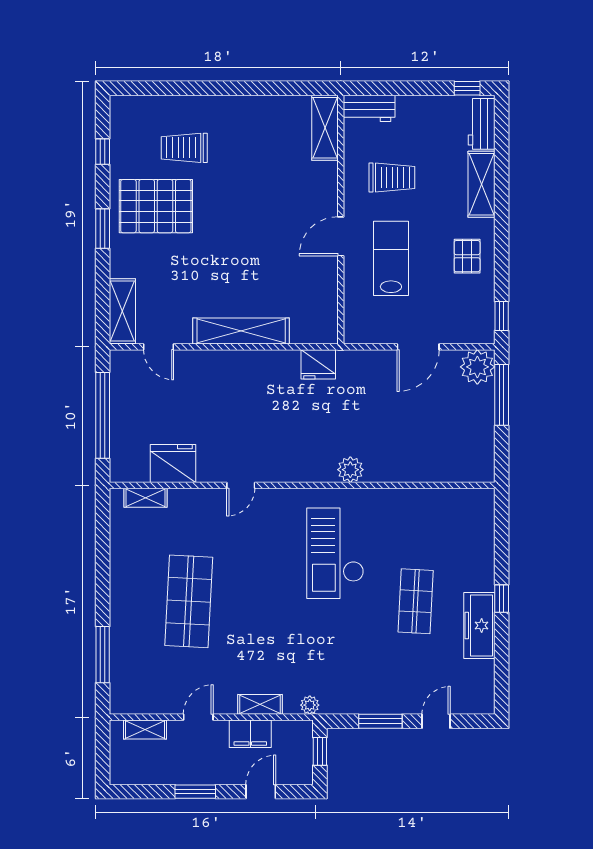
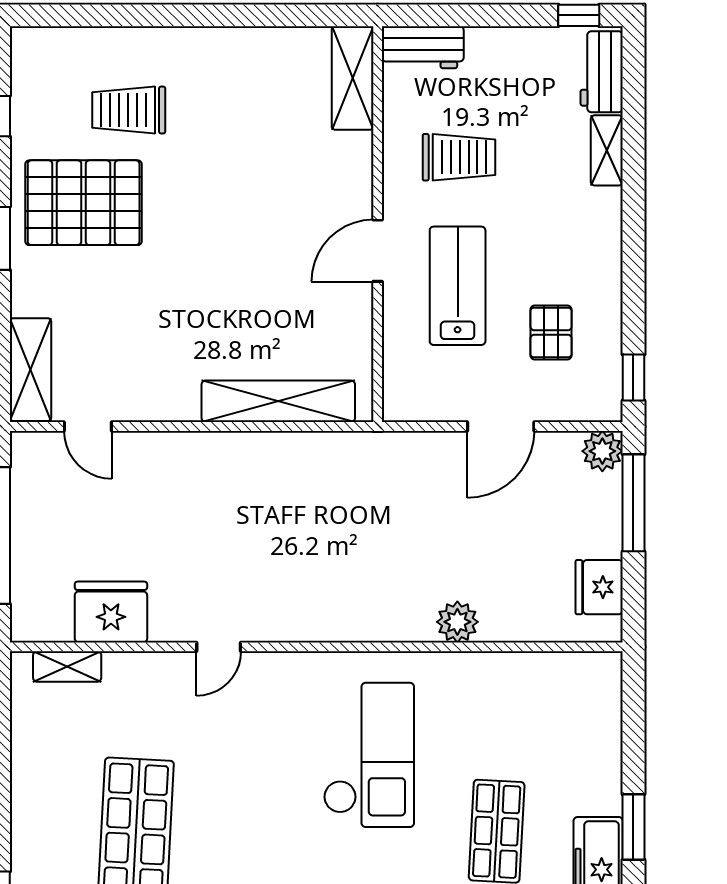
shelving: (481, 184) -> (607, 150), width x0.67, depth x0.75
pallet: (467, 256) -> (551, 333), moved
shelving: (241, 331) -> (278, 401), moved
fridge: (318, 364) -> (599, 587), moved, turned 90
plant: (477, 367) -> (602, 451), width x0.73, depth x0.73
plant: (350, 470) -> (457, 622), moved
checkout: (335, 553) -> (369, 755), turned 180
window: (502, 599) -> (633, 827), width x1.50

